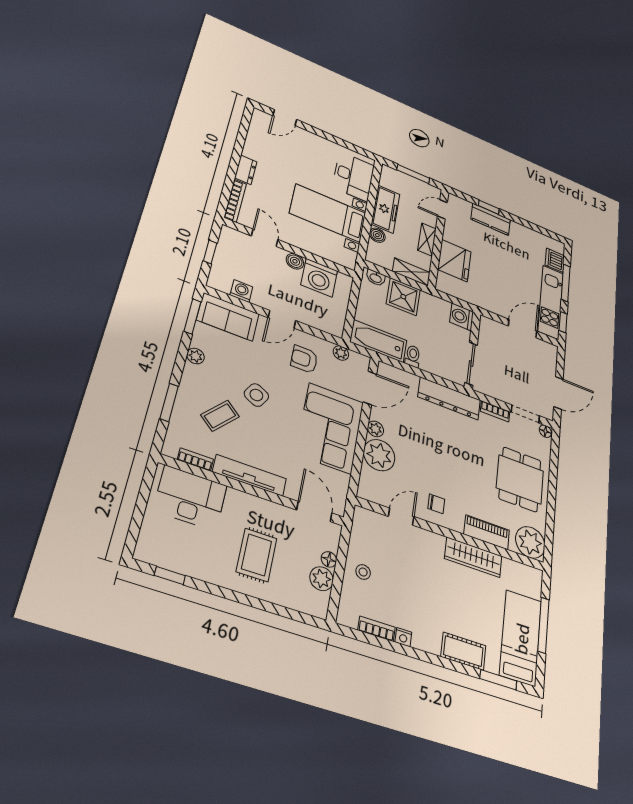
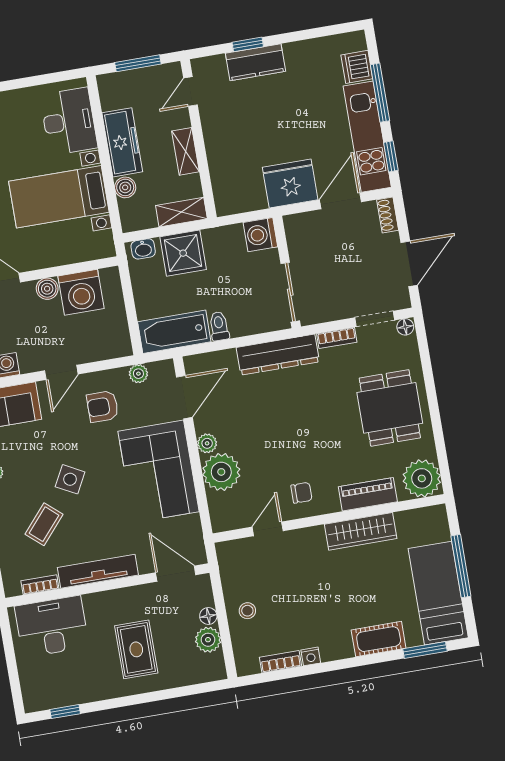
fridge: (454, 261) -> (290, 183), moved, turned -90
shoe rack: (552, 355) -> (388, 215), added

